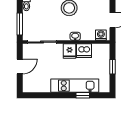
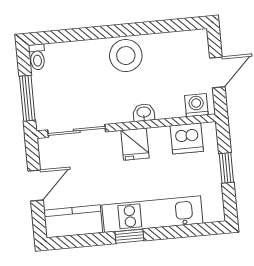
dishwasher: (84, 51) -> (187, 138), moved
kitchen counter: (36, 86) -> (73, 221), added
window: (83, 95) -> (129, 236), moved

